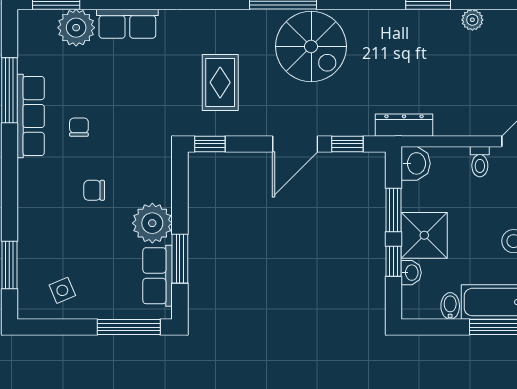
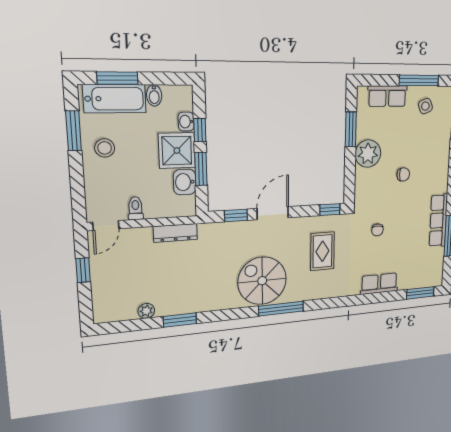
plant: (76, 28) -> (409, 278), removed
dresser: (404, 125) -> (175, 233), moved
chair: (79, 127) -> (377, 230), moved
washbasin: (416, 163) -> (185, 182), moved
row of seats: (158, 276) -> (387, 96), moved, turned 90
window: (129, 327) -> (419, 80), moved

